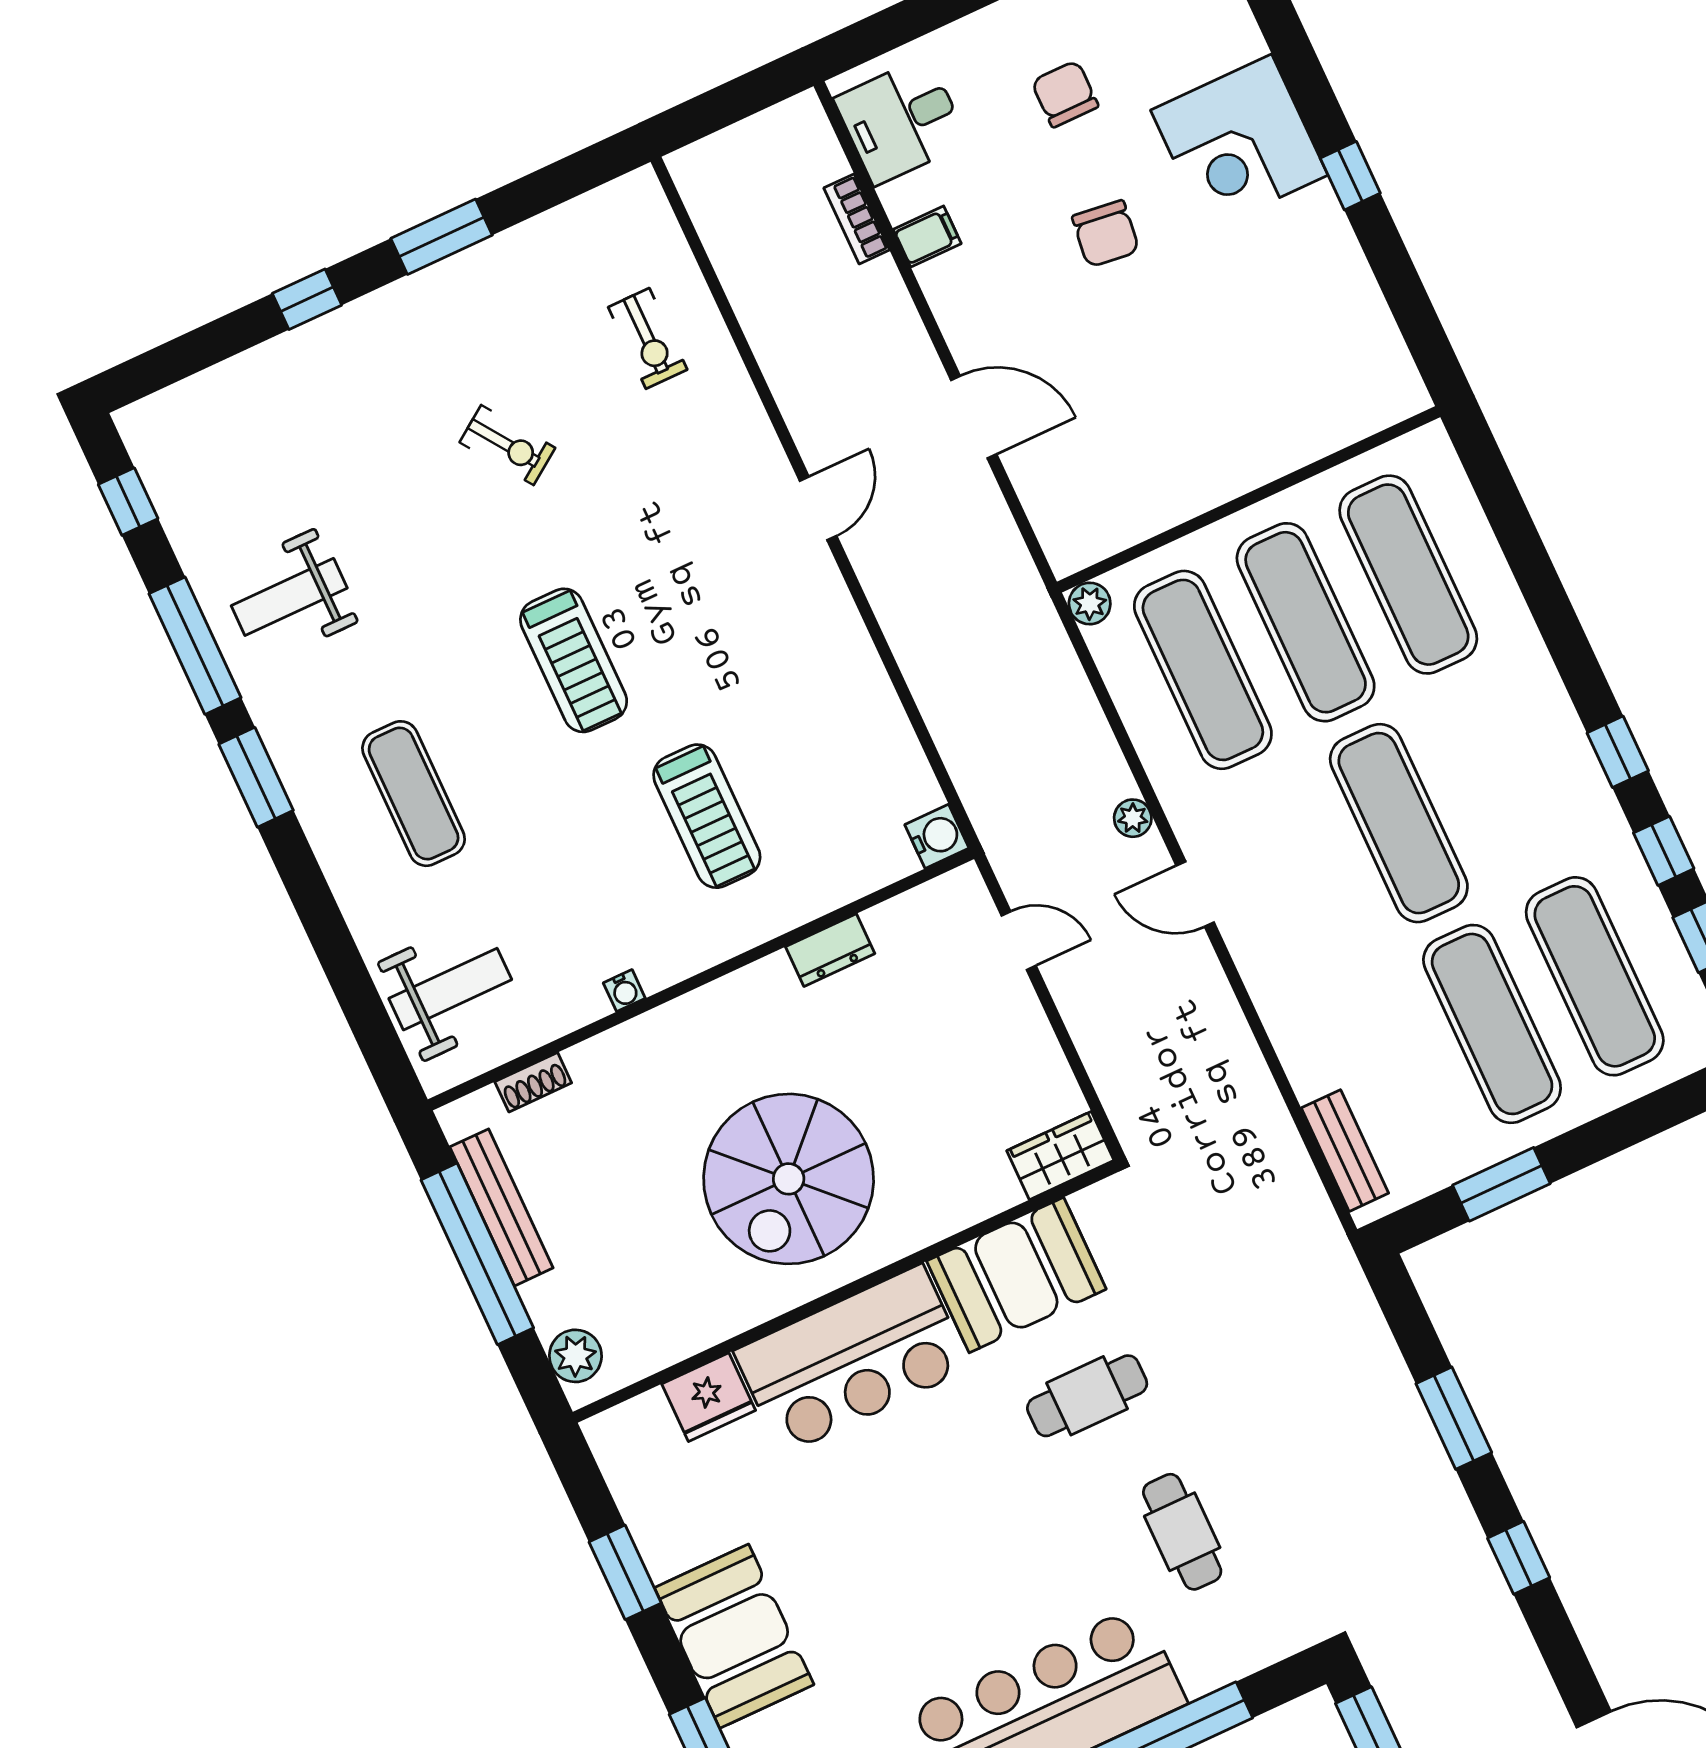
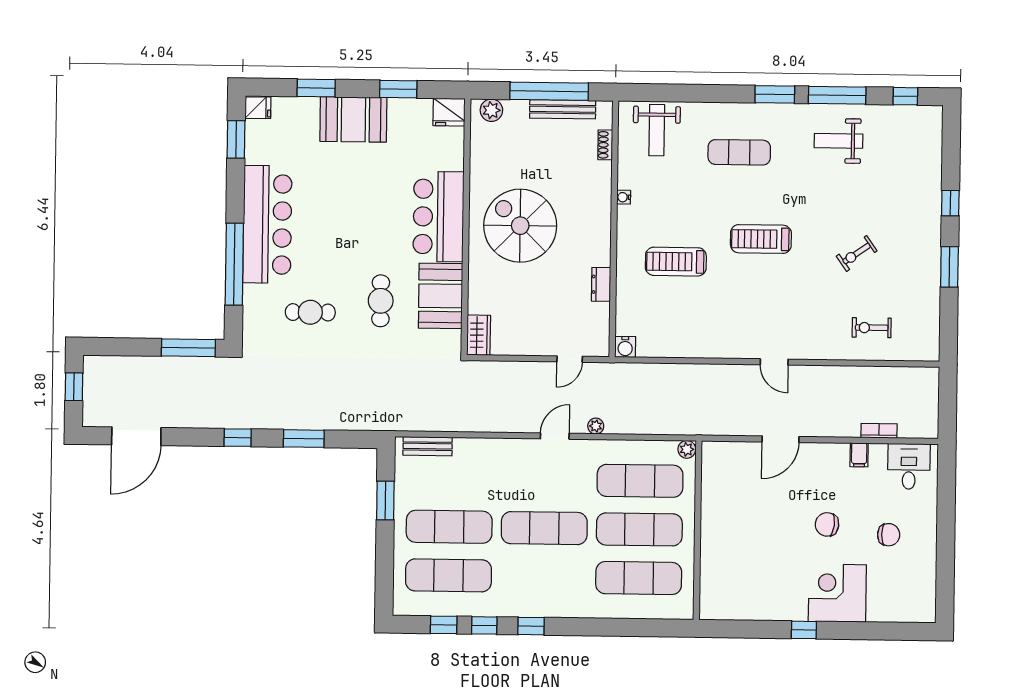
weight bench: (289, 597) -> (838, 141), turned -90
fridge: (709, 1397) -> (449, 112), moved, turned -90

